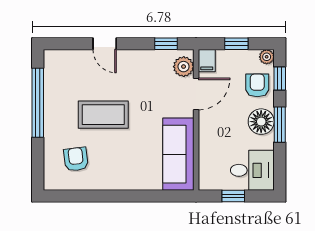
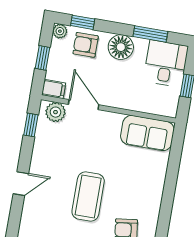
window: (280, 125) -> (150, 34), moved
sofa: (178, 154) -> (147, 133), width x0.73

